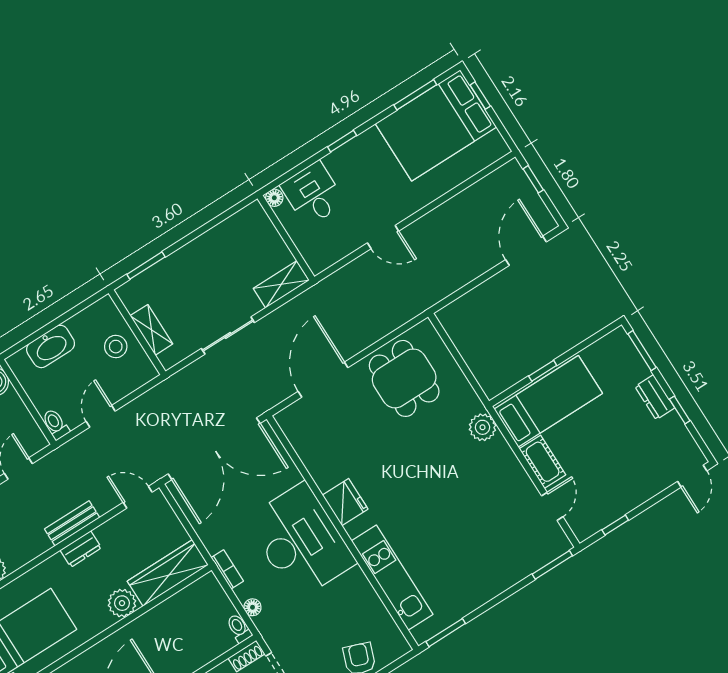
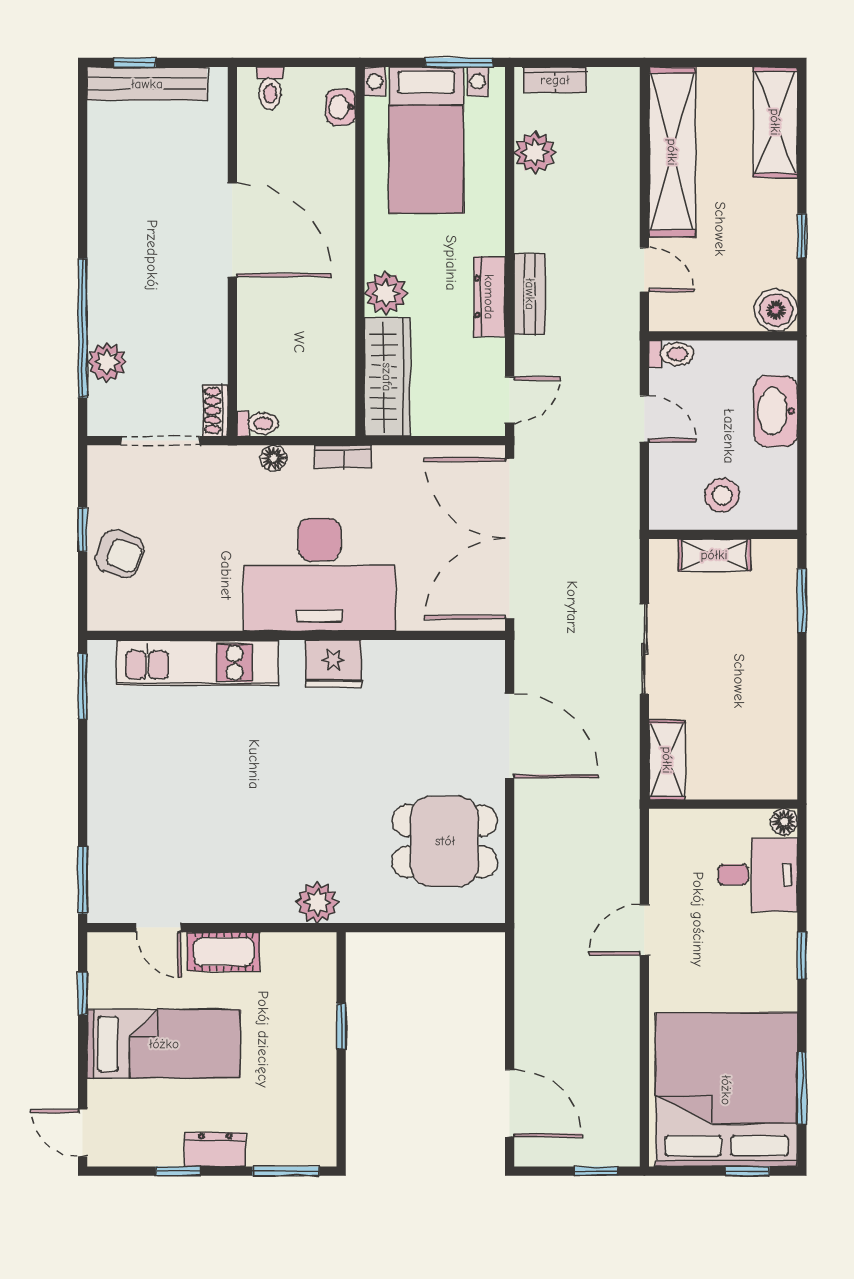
bed: (436, 125) -> (726, 1090), width x1.36
bed: (548, 401) -> (164, 1044), moved, turned -90
dresser: (81, 549) -> (489, 297), width x1.44

